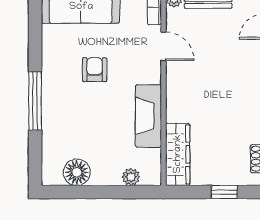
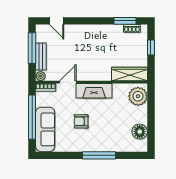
fireplace: (148, 116) -> (94, 91), moved
plant: (131, 177) -> (138, 96), width x1.87, depth x1.87

